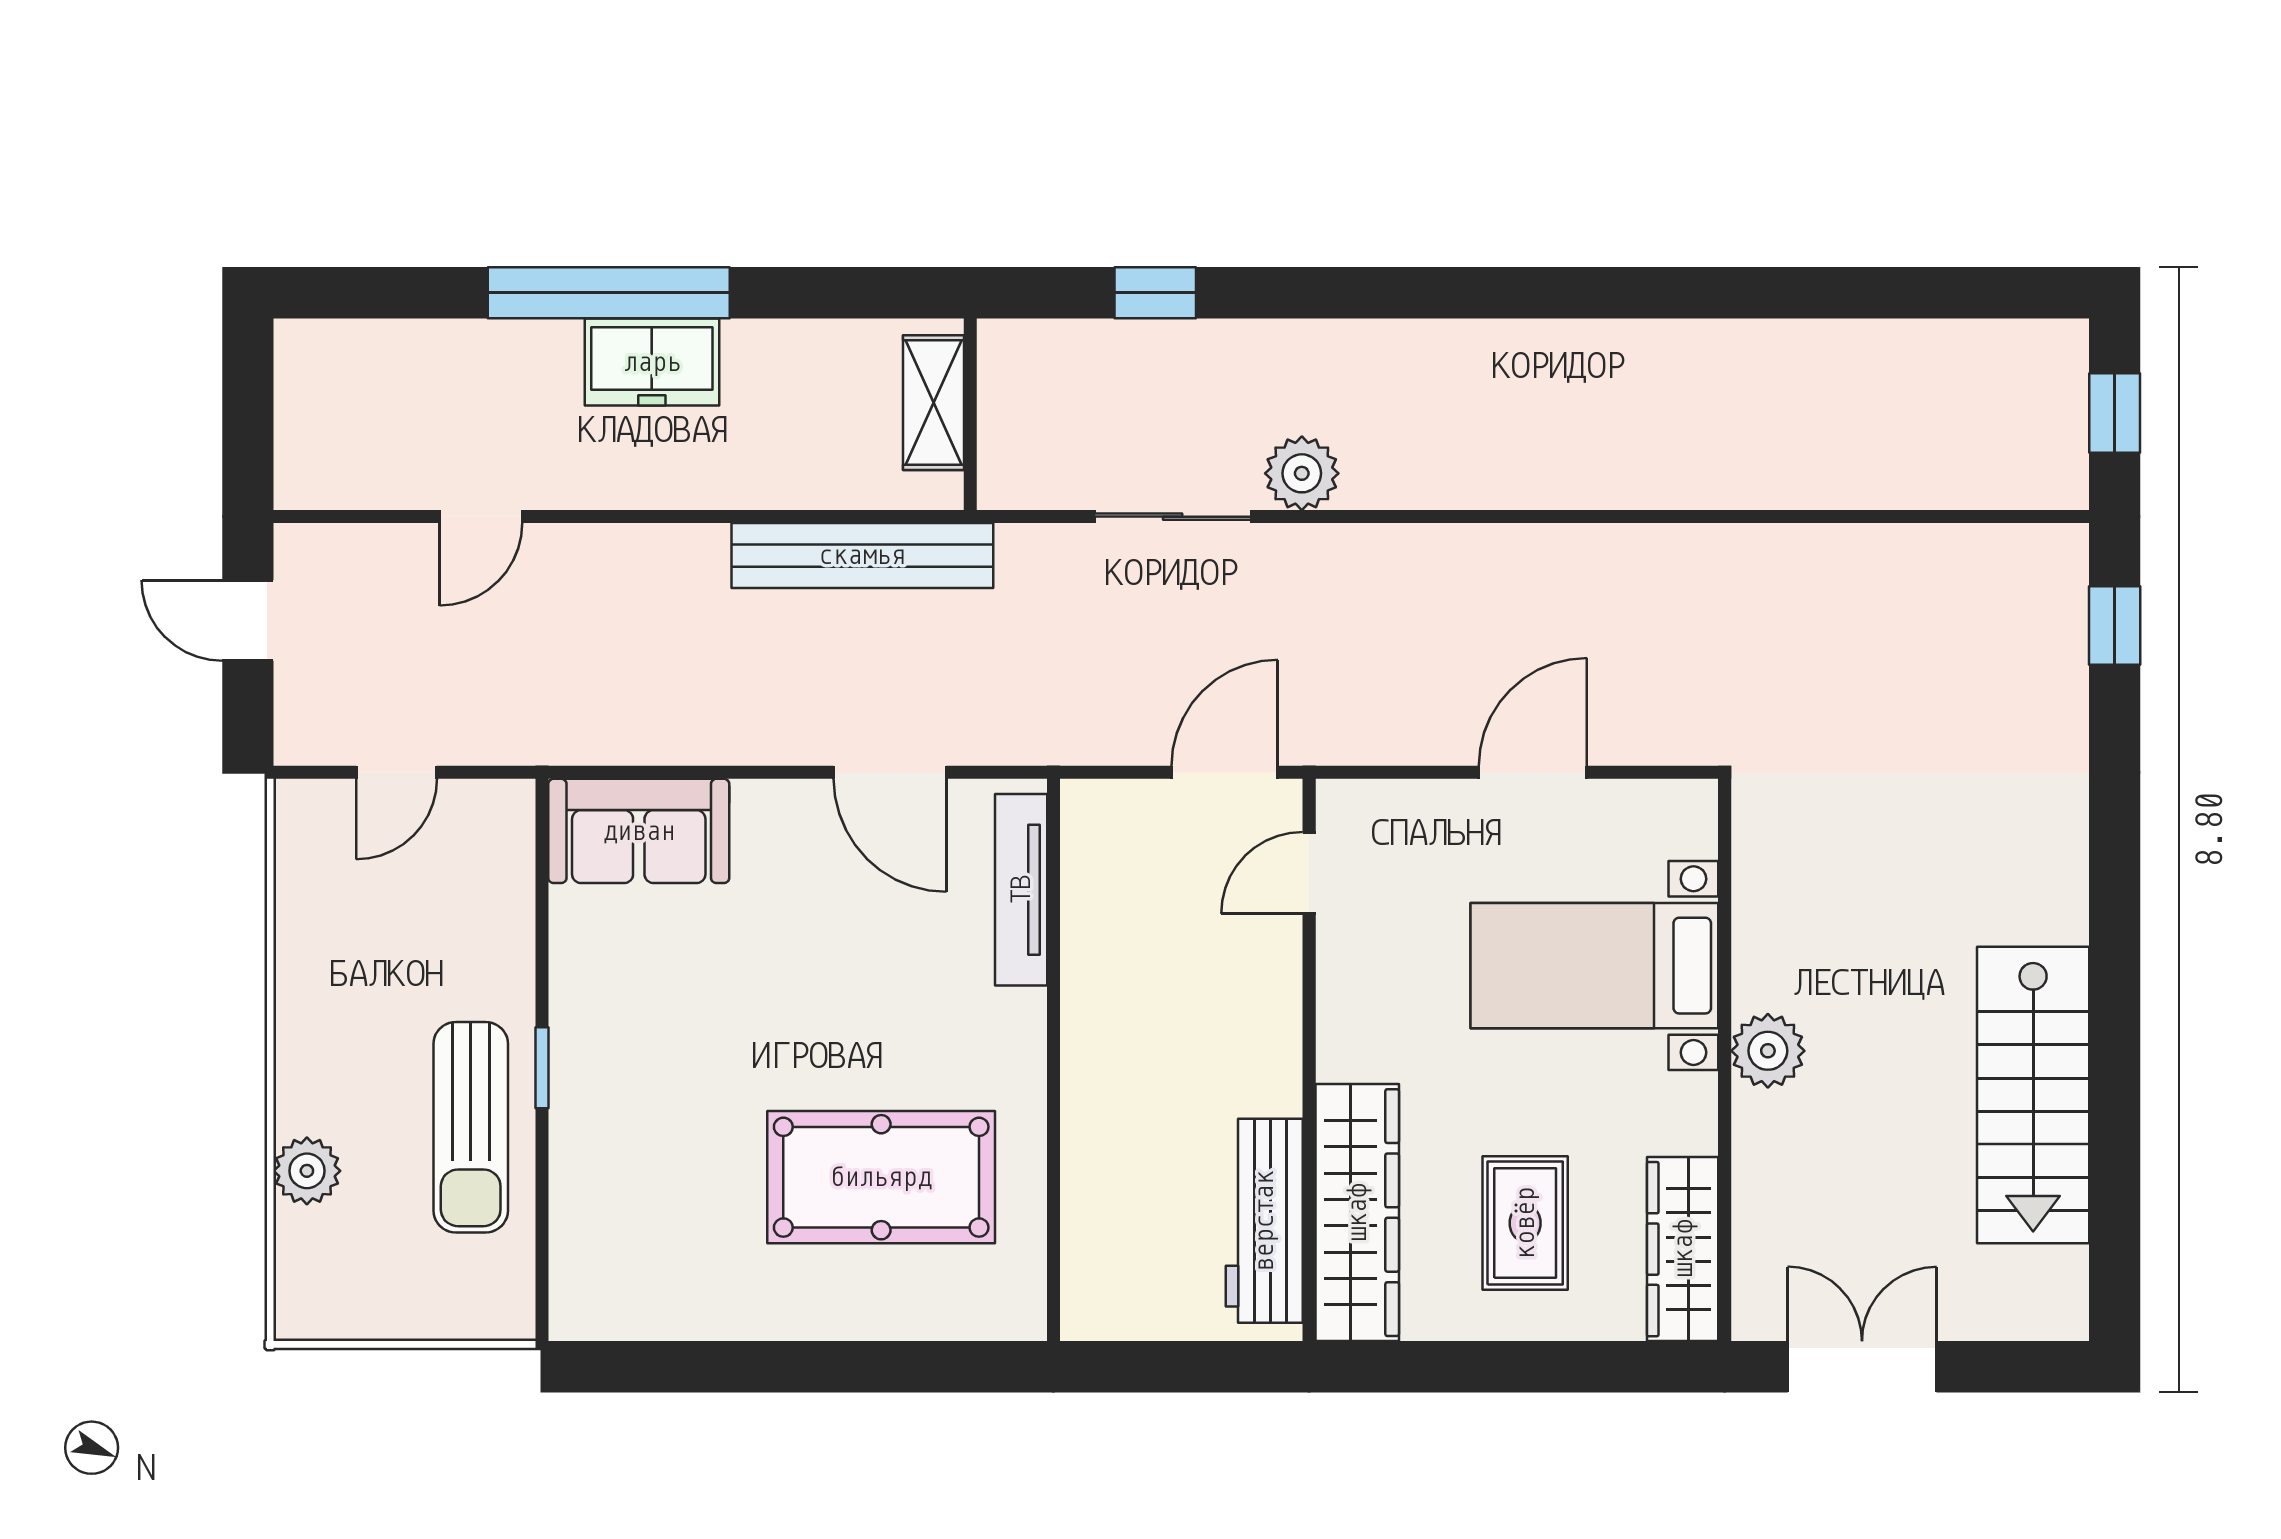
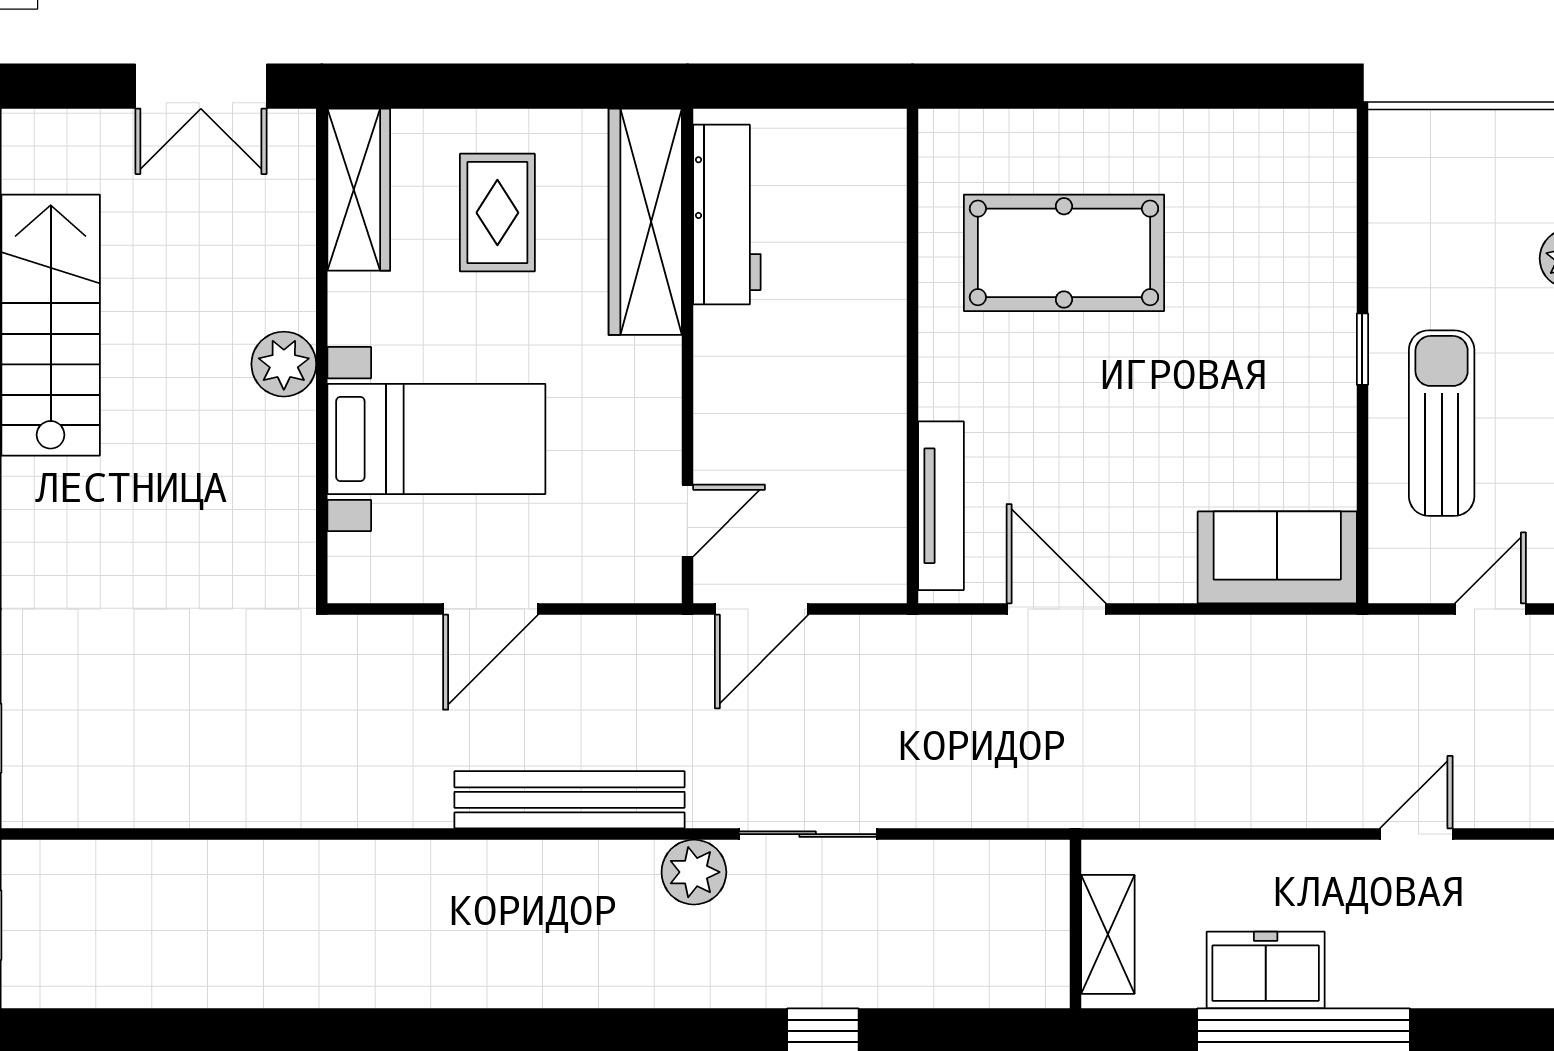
shelving: (934, 403) -> (1108, 934), moved
wall: (970, 414) -> (1076, 924), moved
bench: (862, 555) -> (570, 800), moved
sun lounger: (471, 1127) -> (1442, 423), moved

